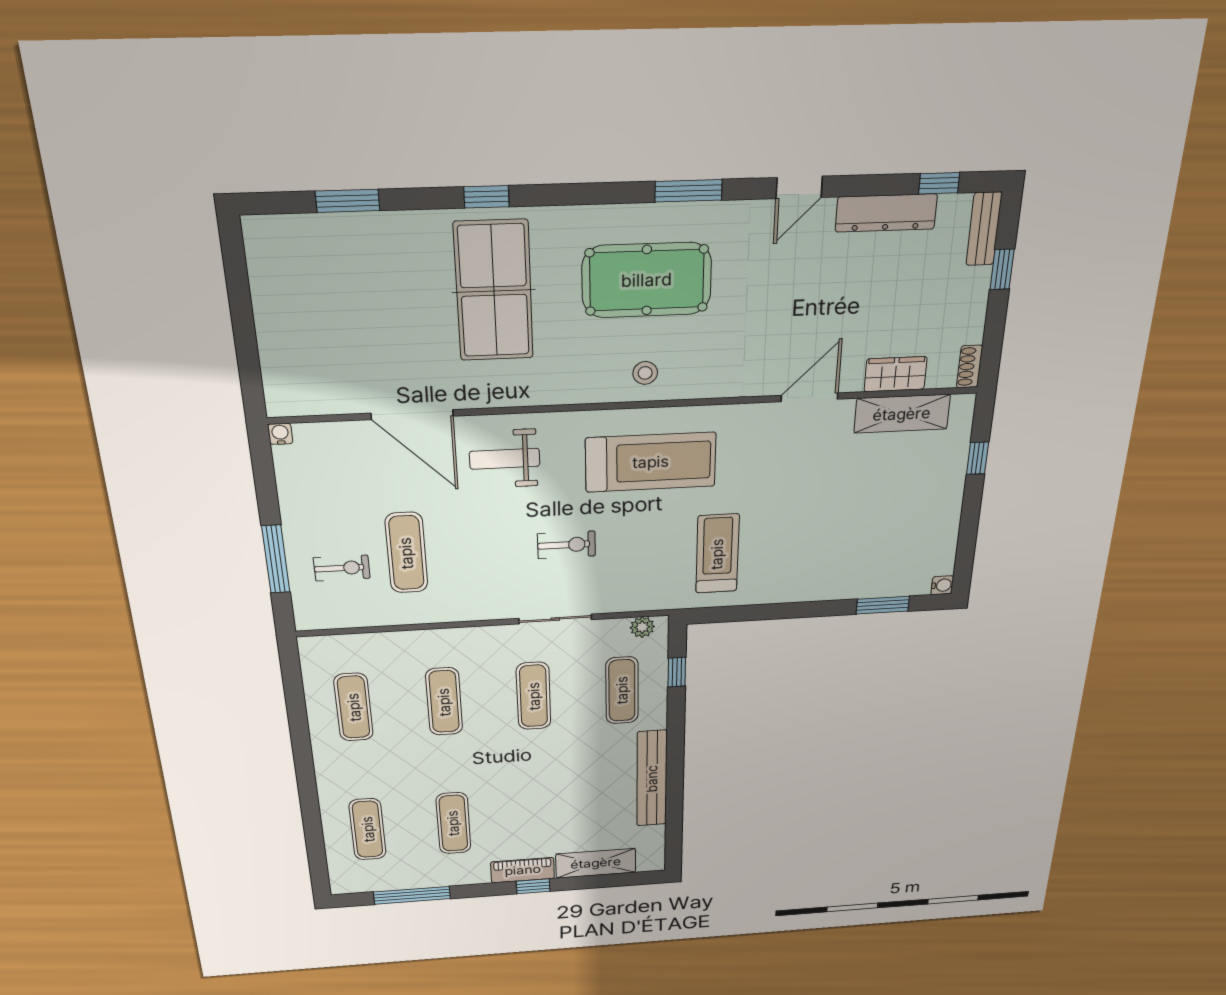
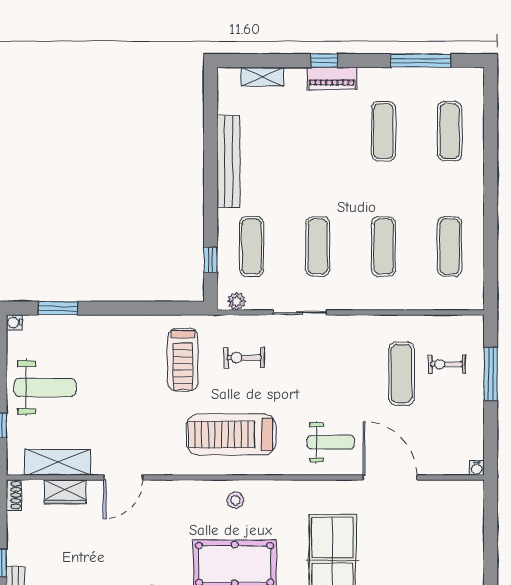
weight bench: (910, 509) -> (45, 388), added
exercise bike: (566, 545) -> (244, 358), moved
shelving: (596, 863) -> (263, 77), width x0.67, depth x0.75

